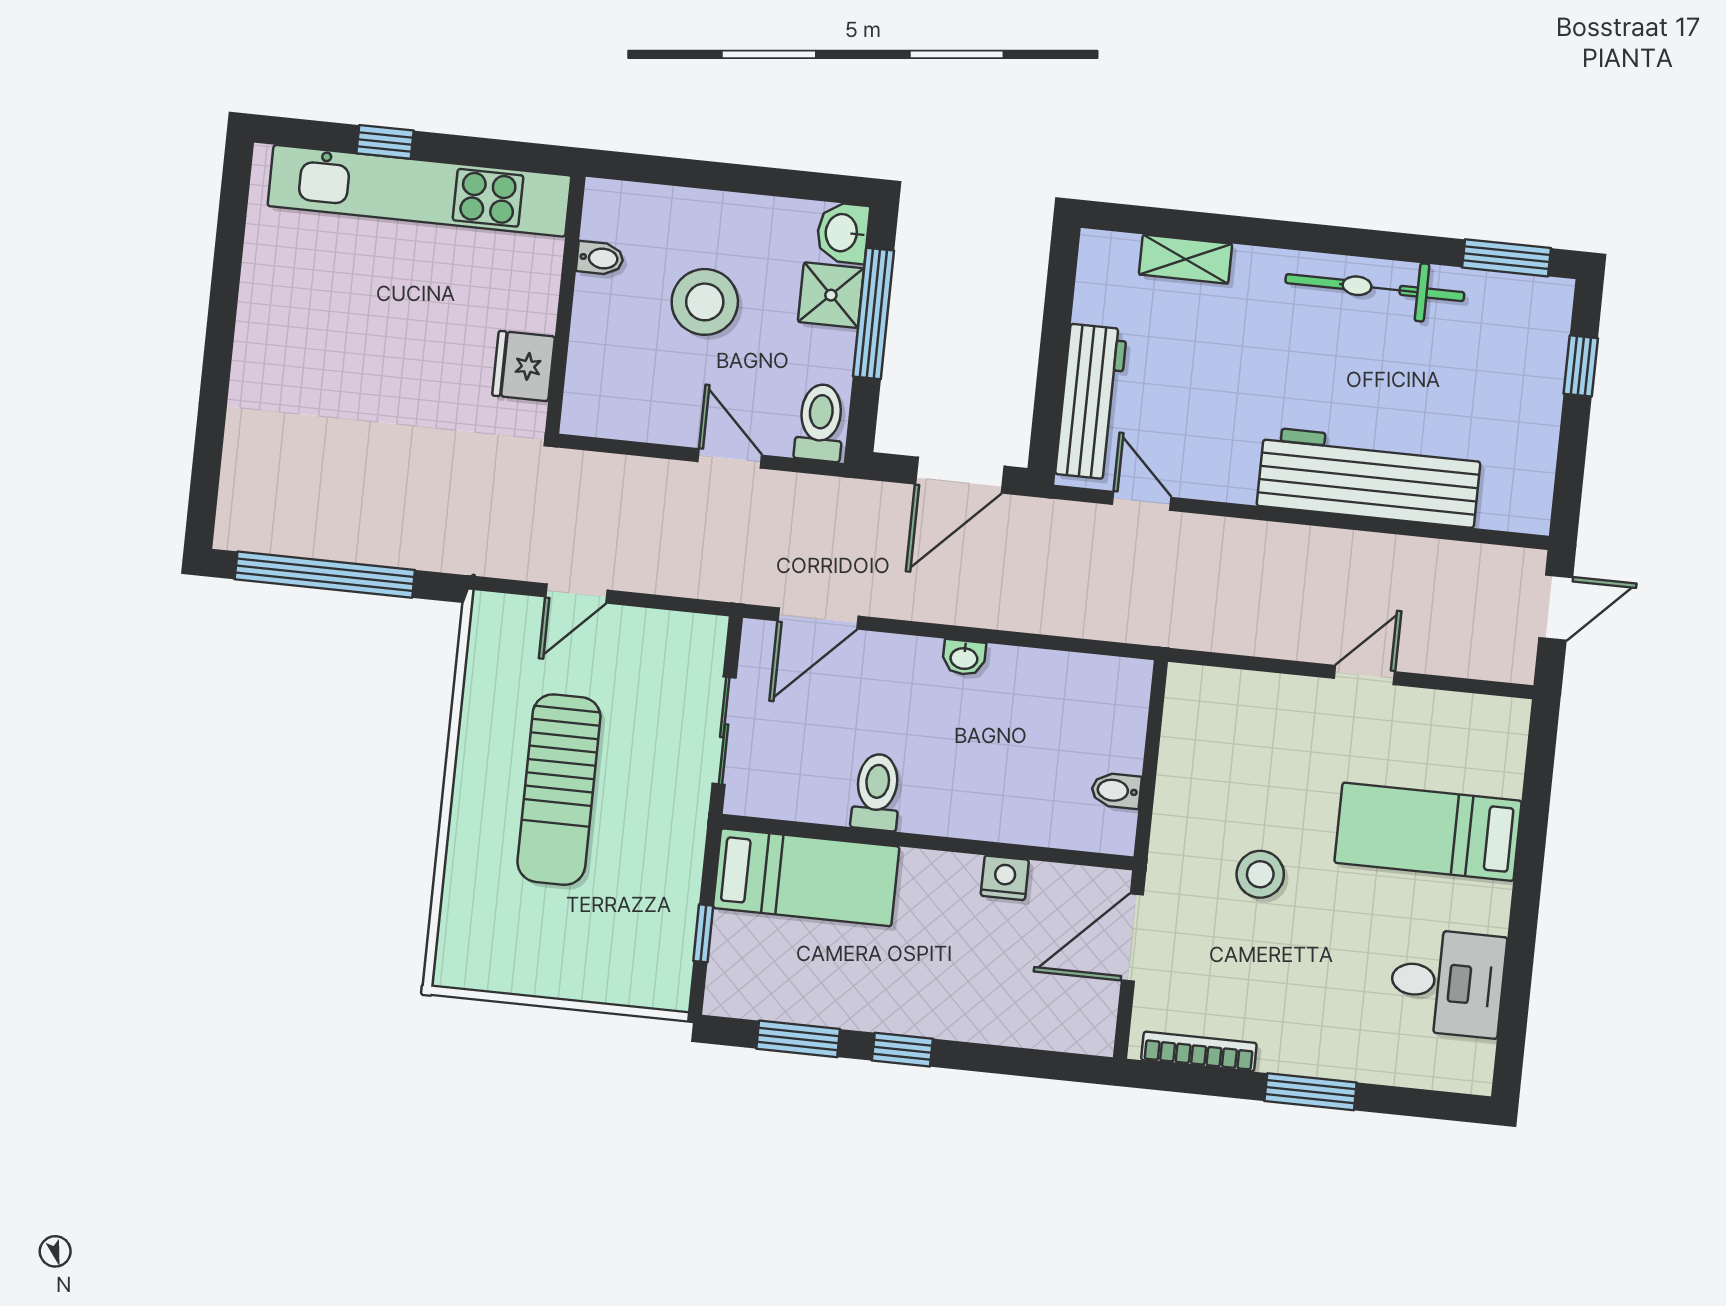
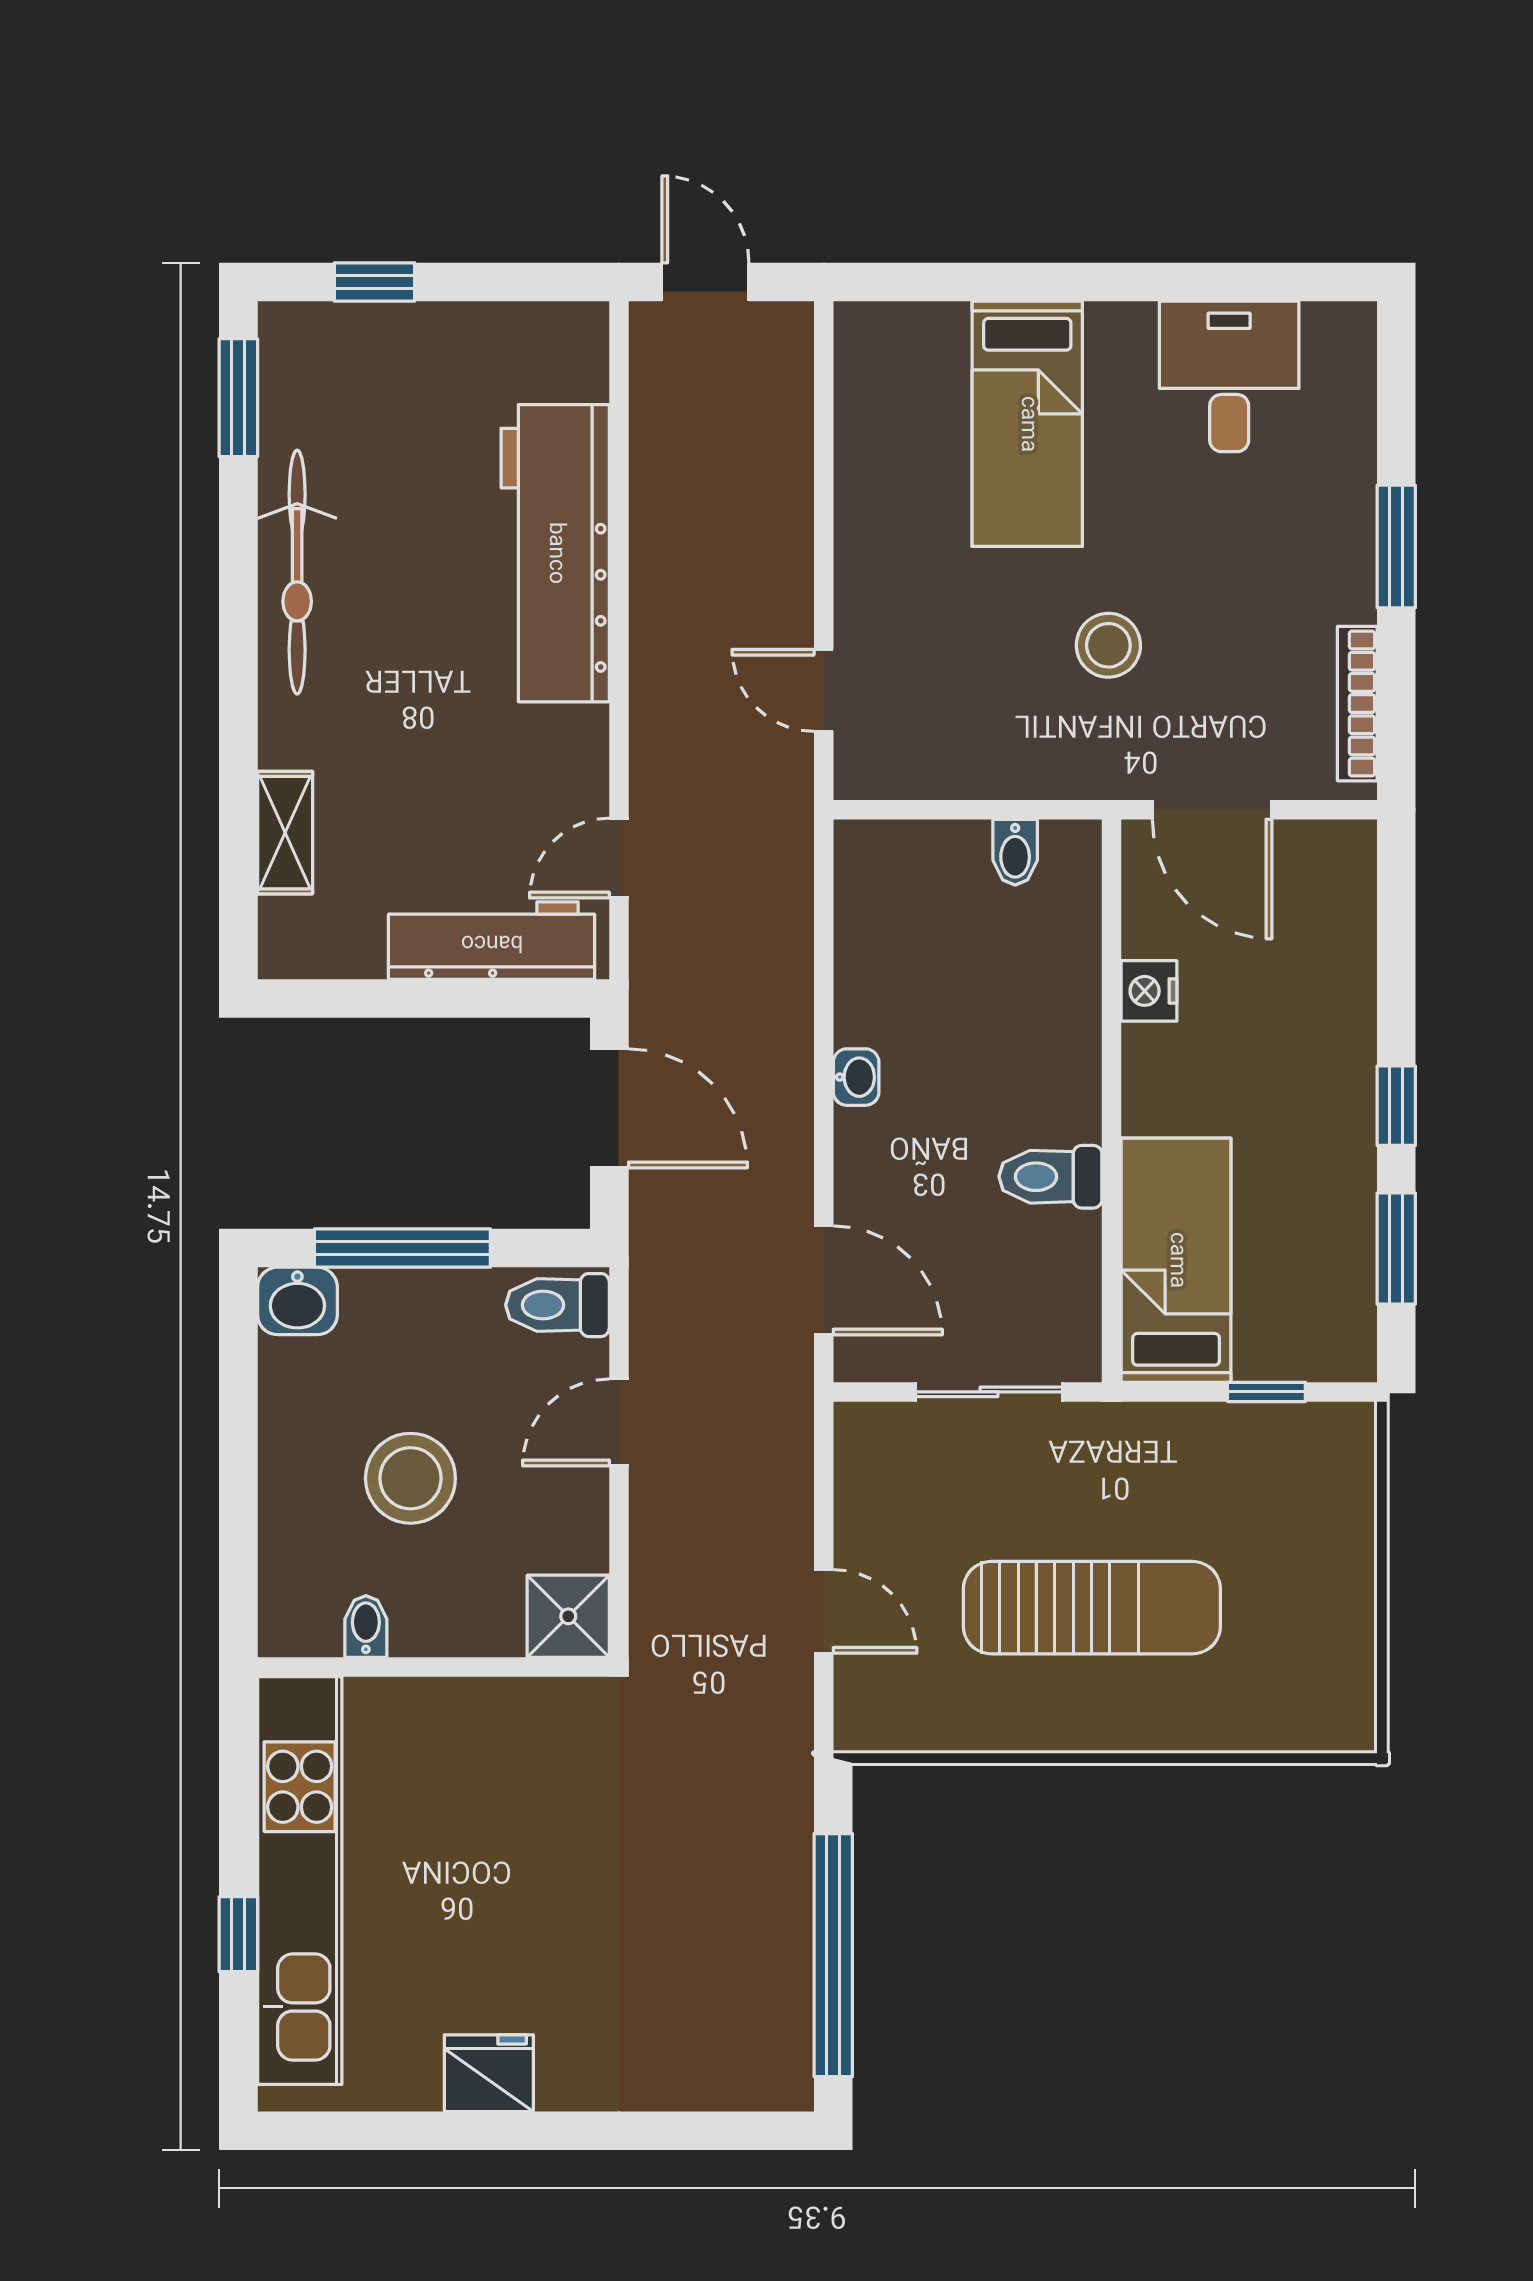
shower: (831, 295) -> (568, 1616), moved
fridge: (524, 366) -> (489, 2073), moved, turned 180
door: (1364, 675) -> (824, 690), moved

